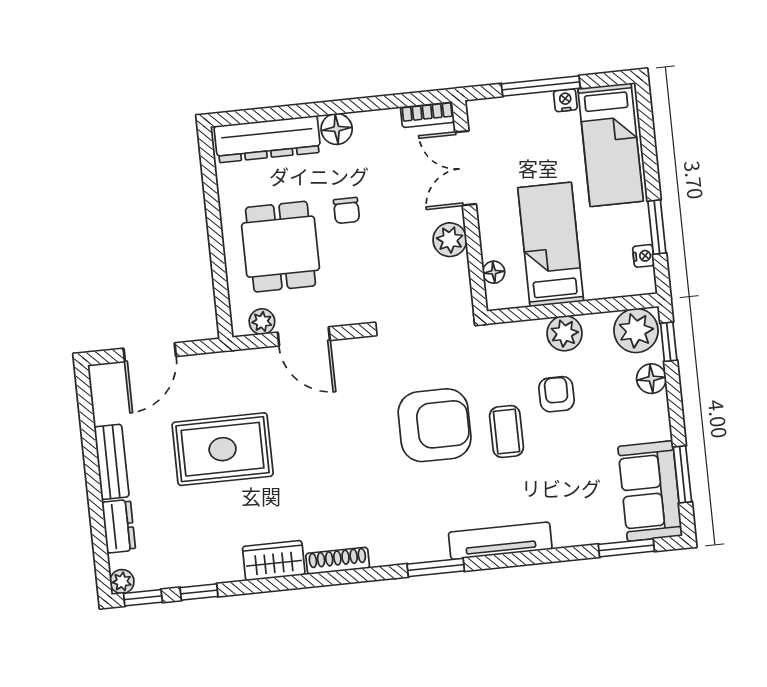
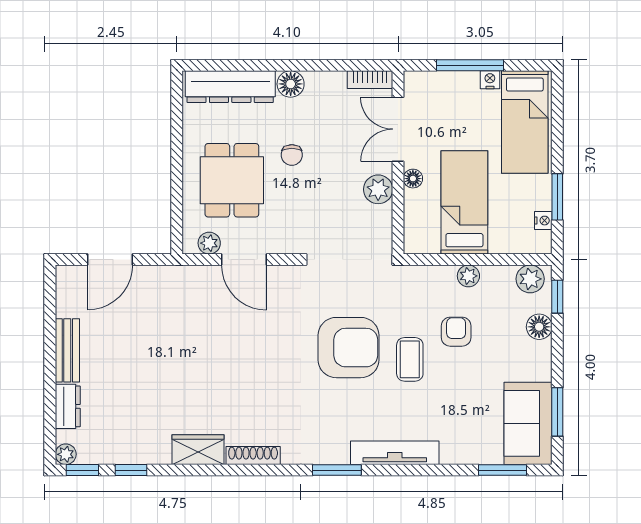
floor lamp: (494, 272) -> (413, 179), moved
plant: (636, 331) -> (530, 279), width x0.73, depth x0.73
plant: (564, 333) -> (468, 276), width x0.73, depth x0.73
rug: (223, 449) -> (164, 349), removed

